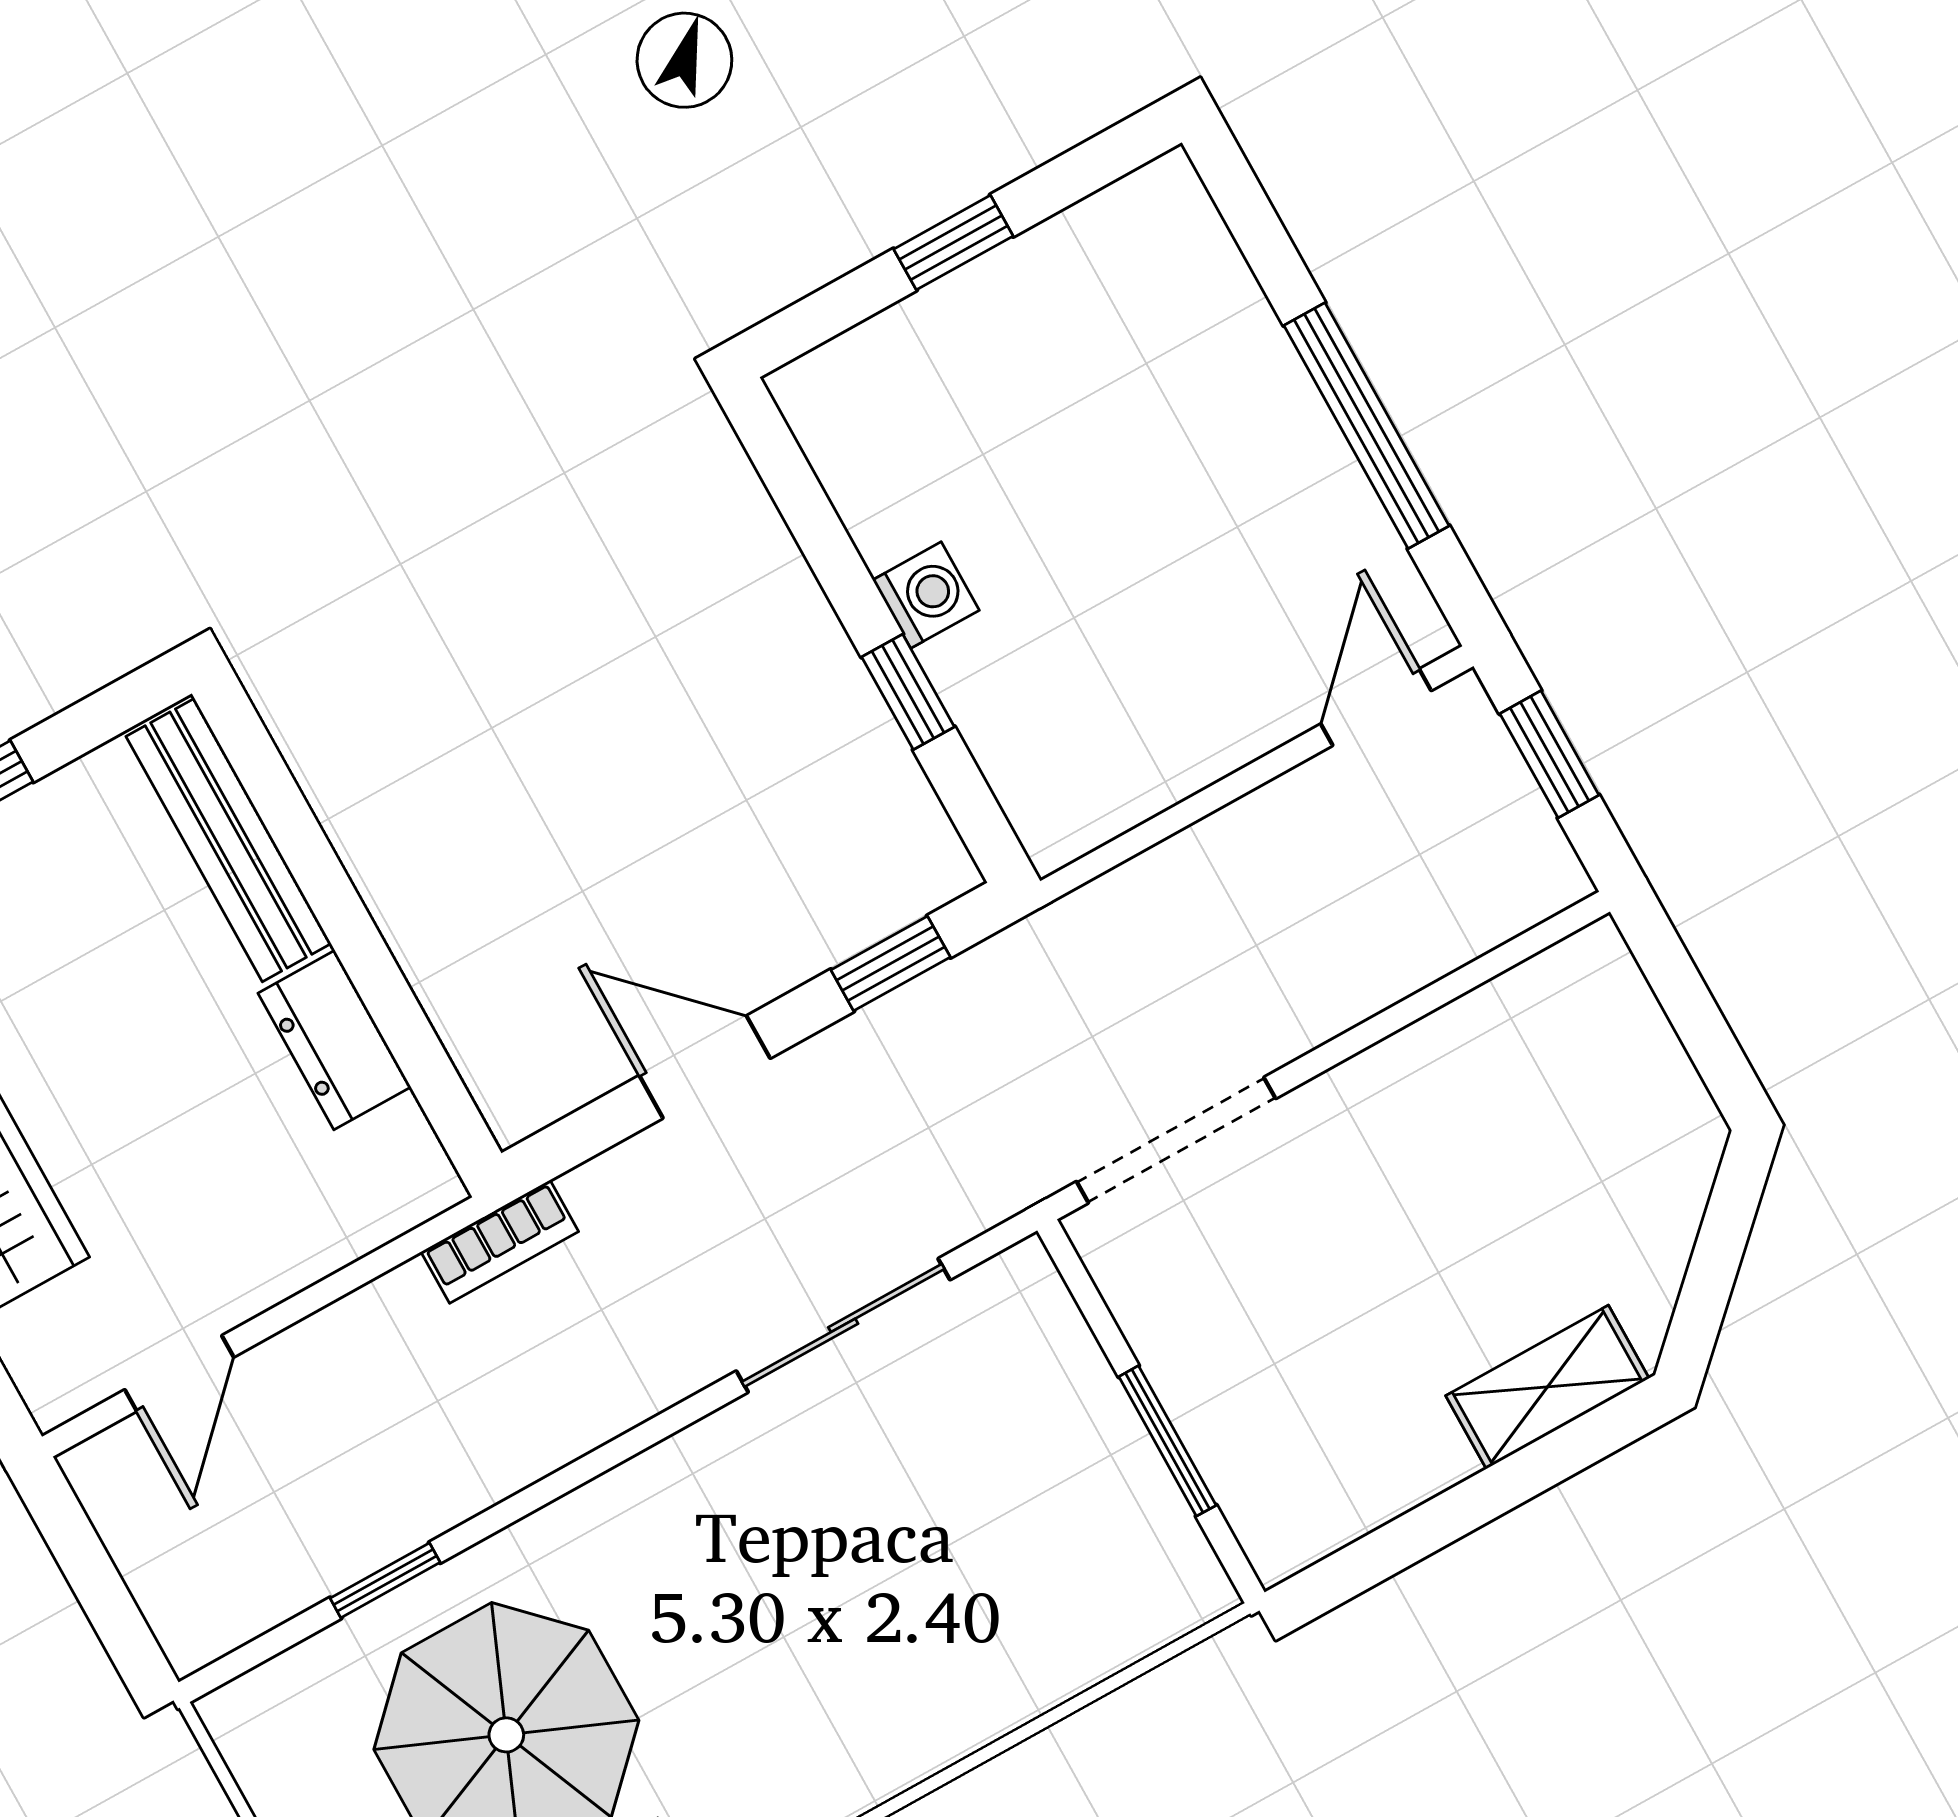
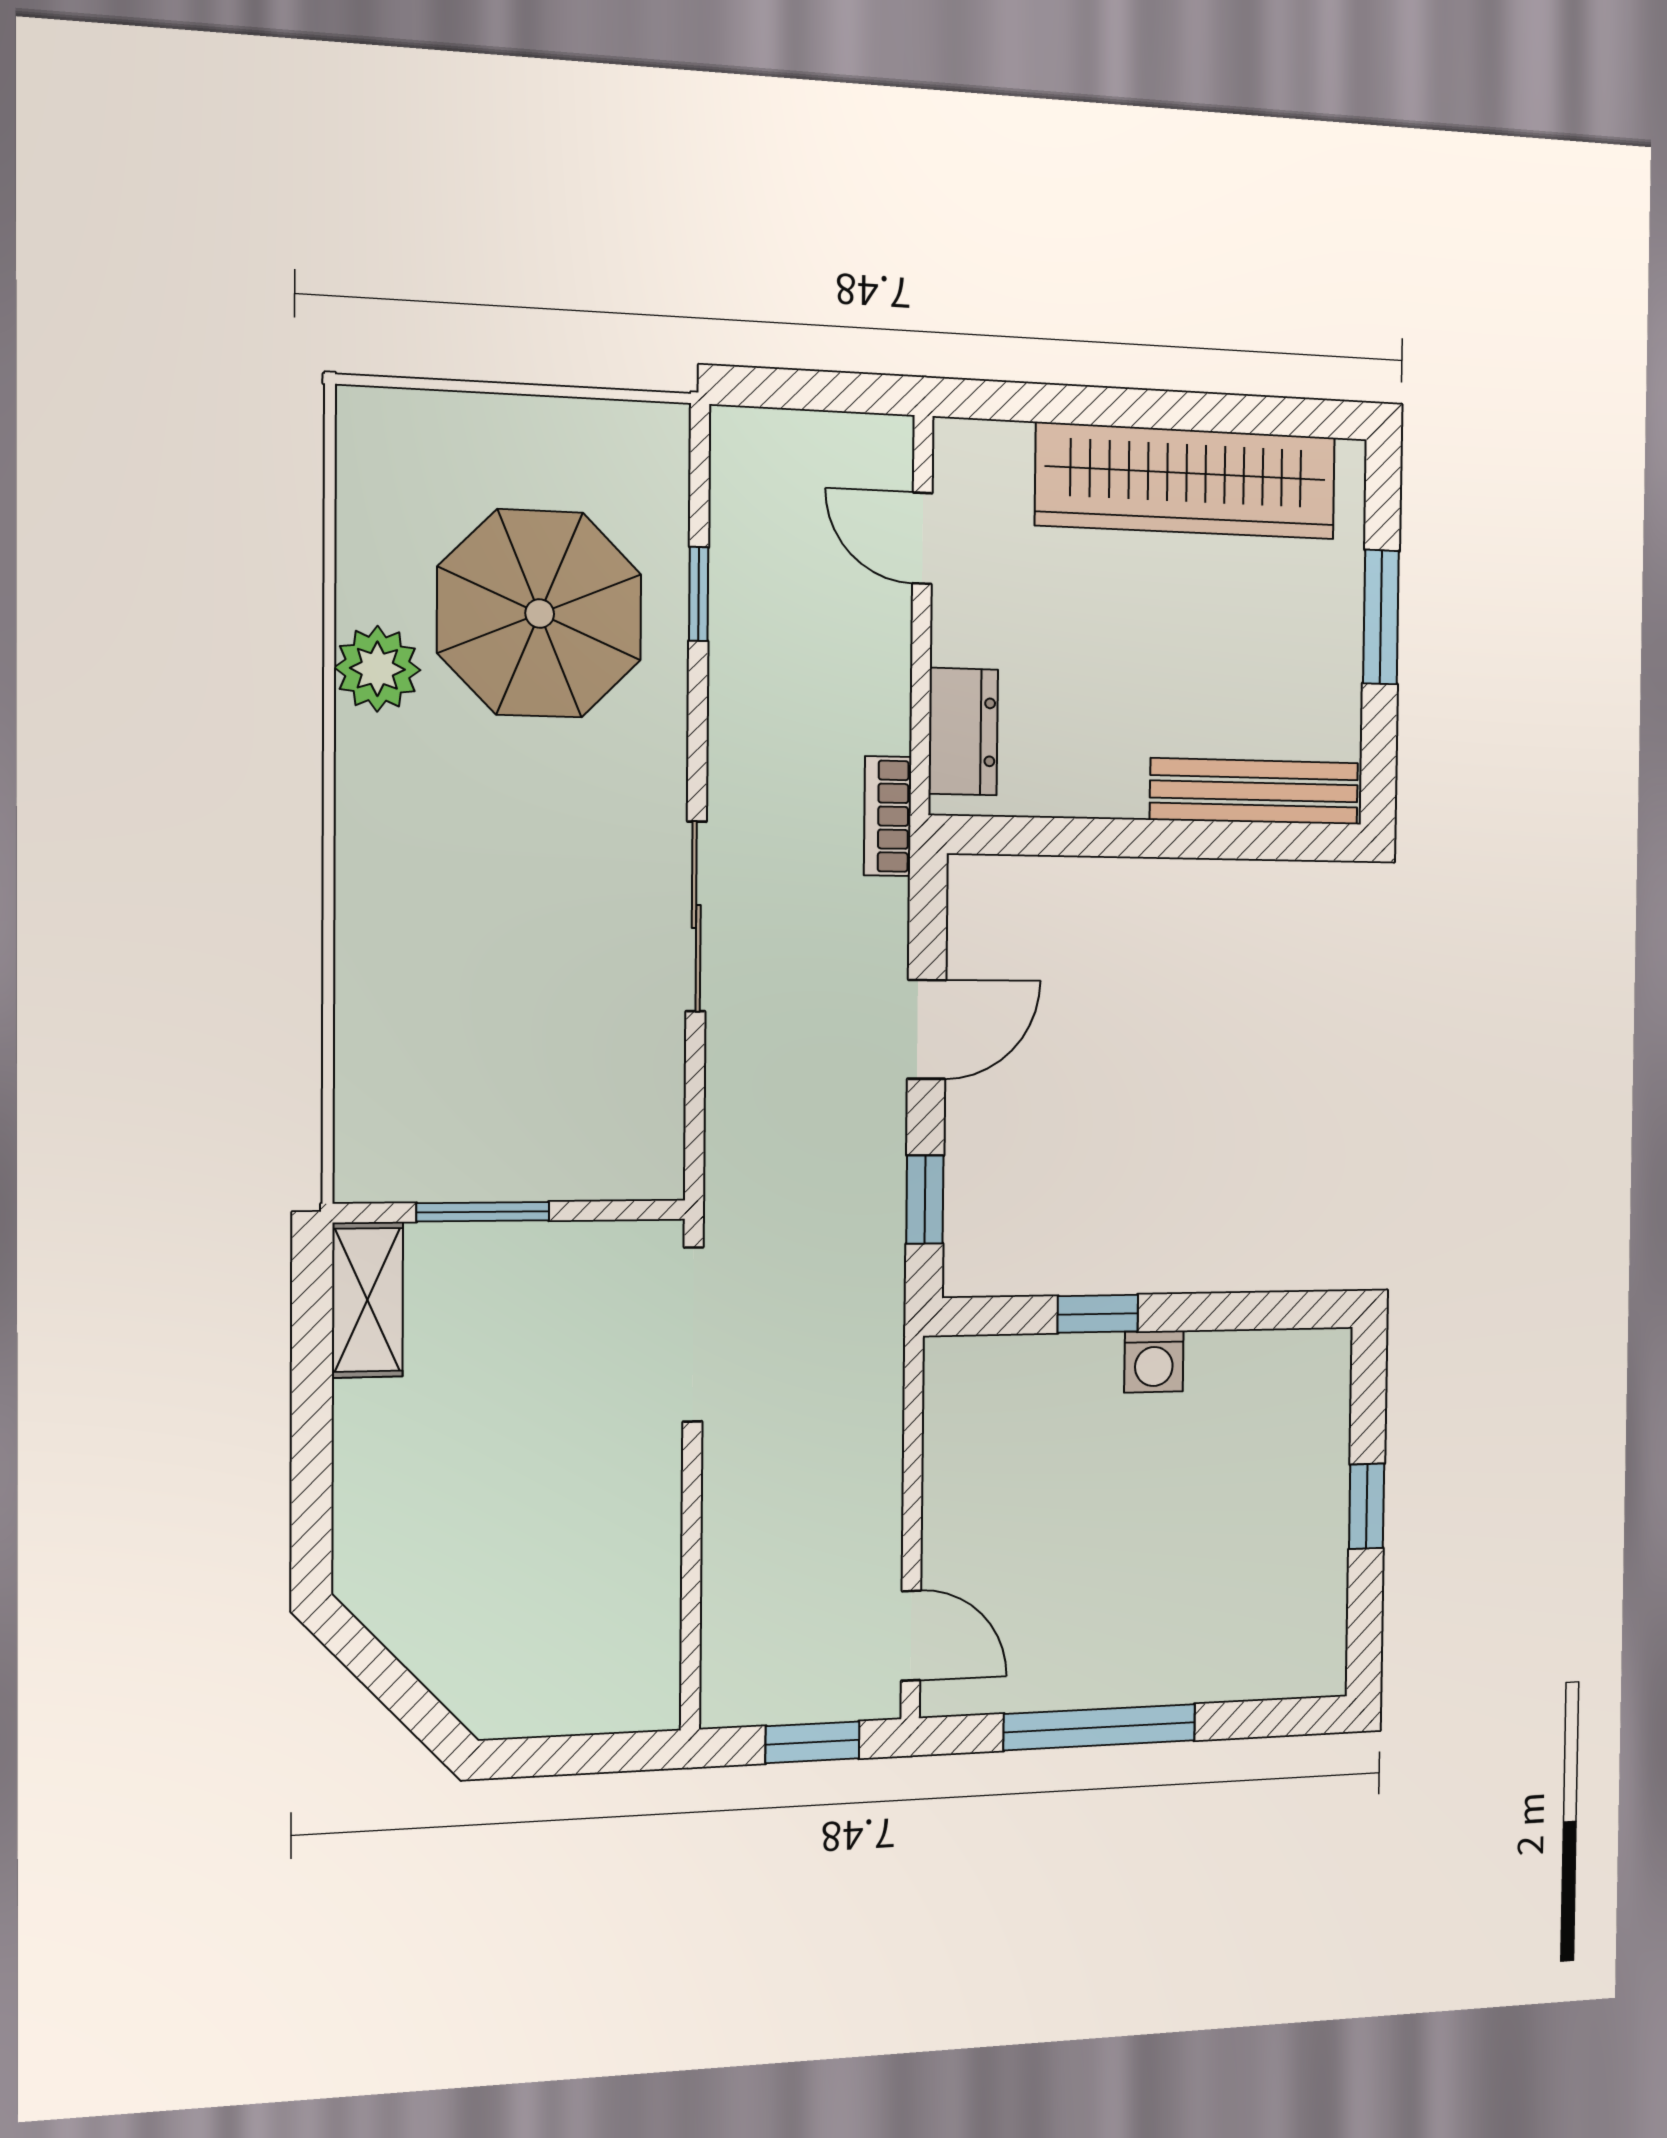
dresser: (334, 1040) -> (963, 732), moved, turned 90
sliding door: (843, 1325) -> (696, 917), moved
shelving: (1547, 1387) -> (367, 1300), moved

